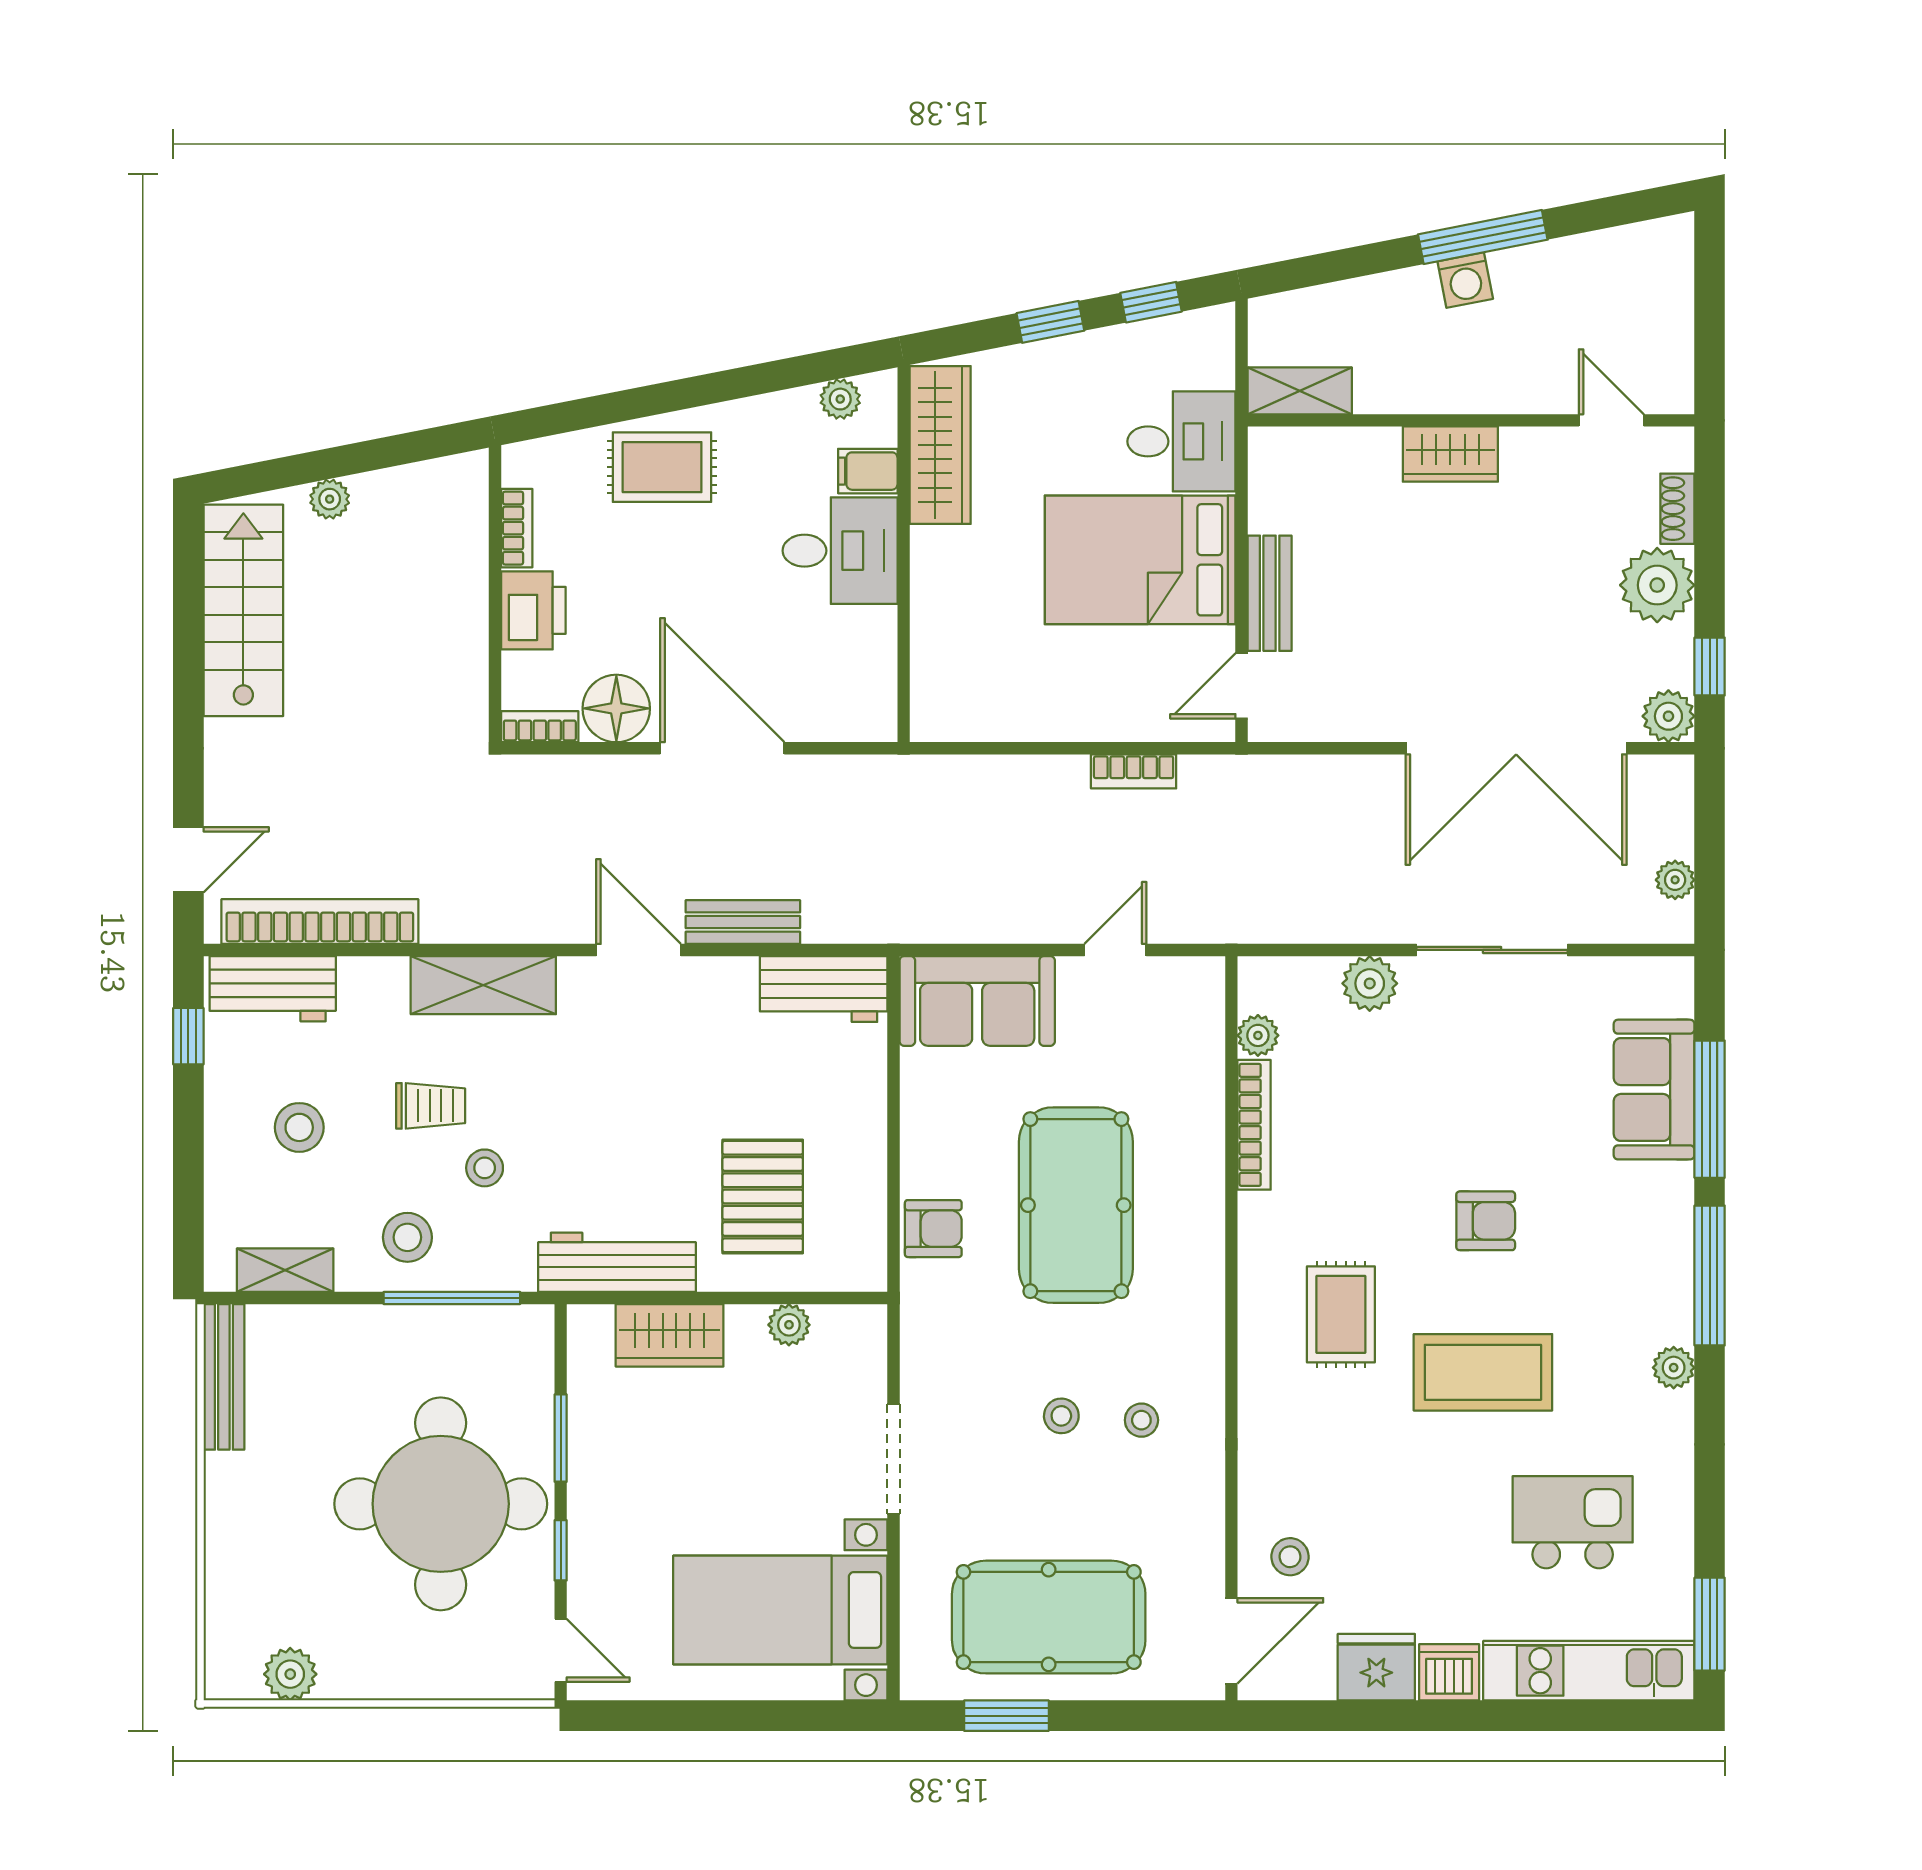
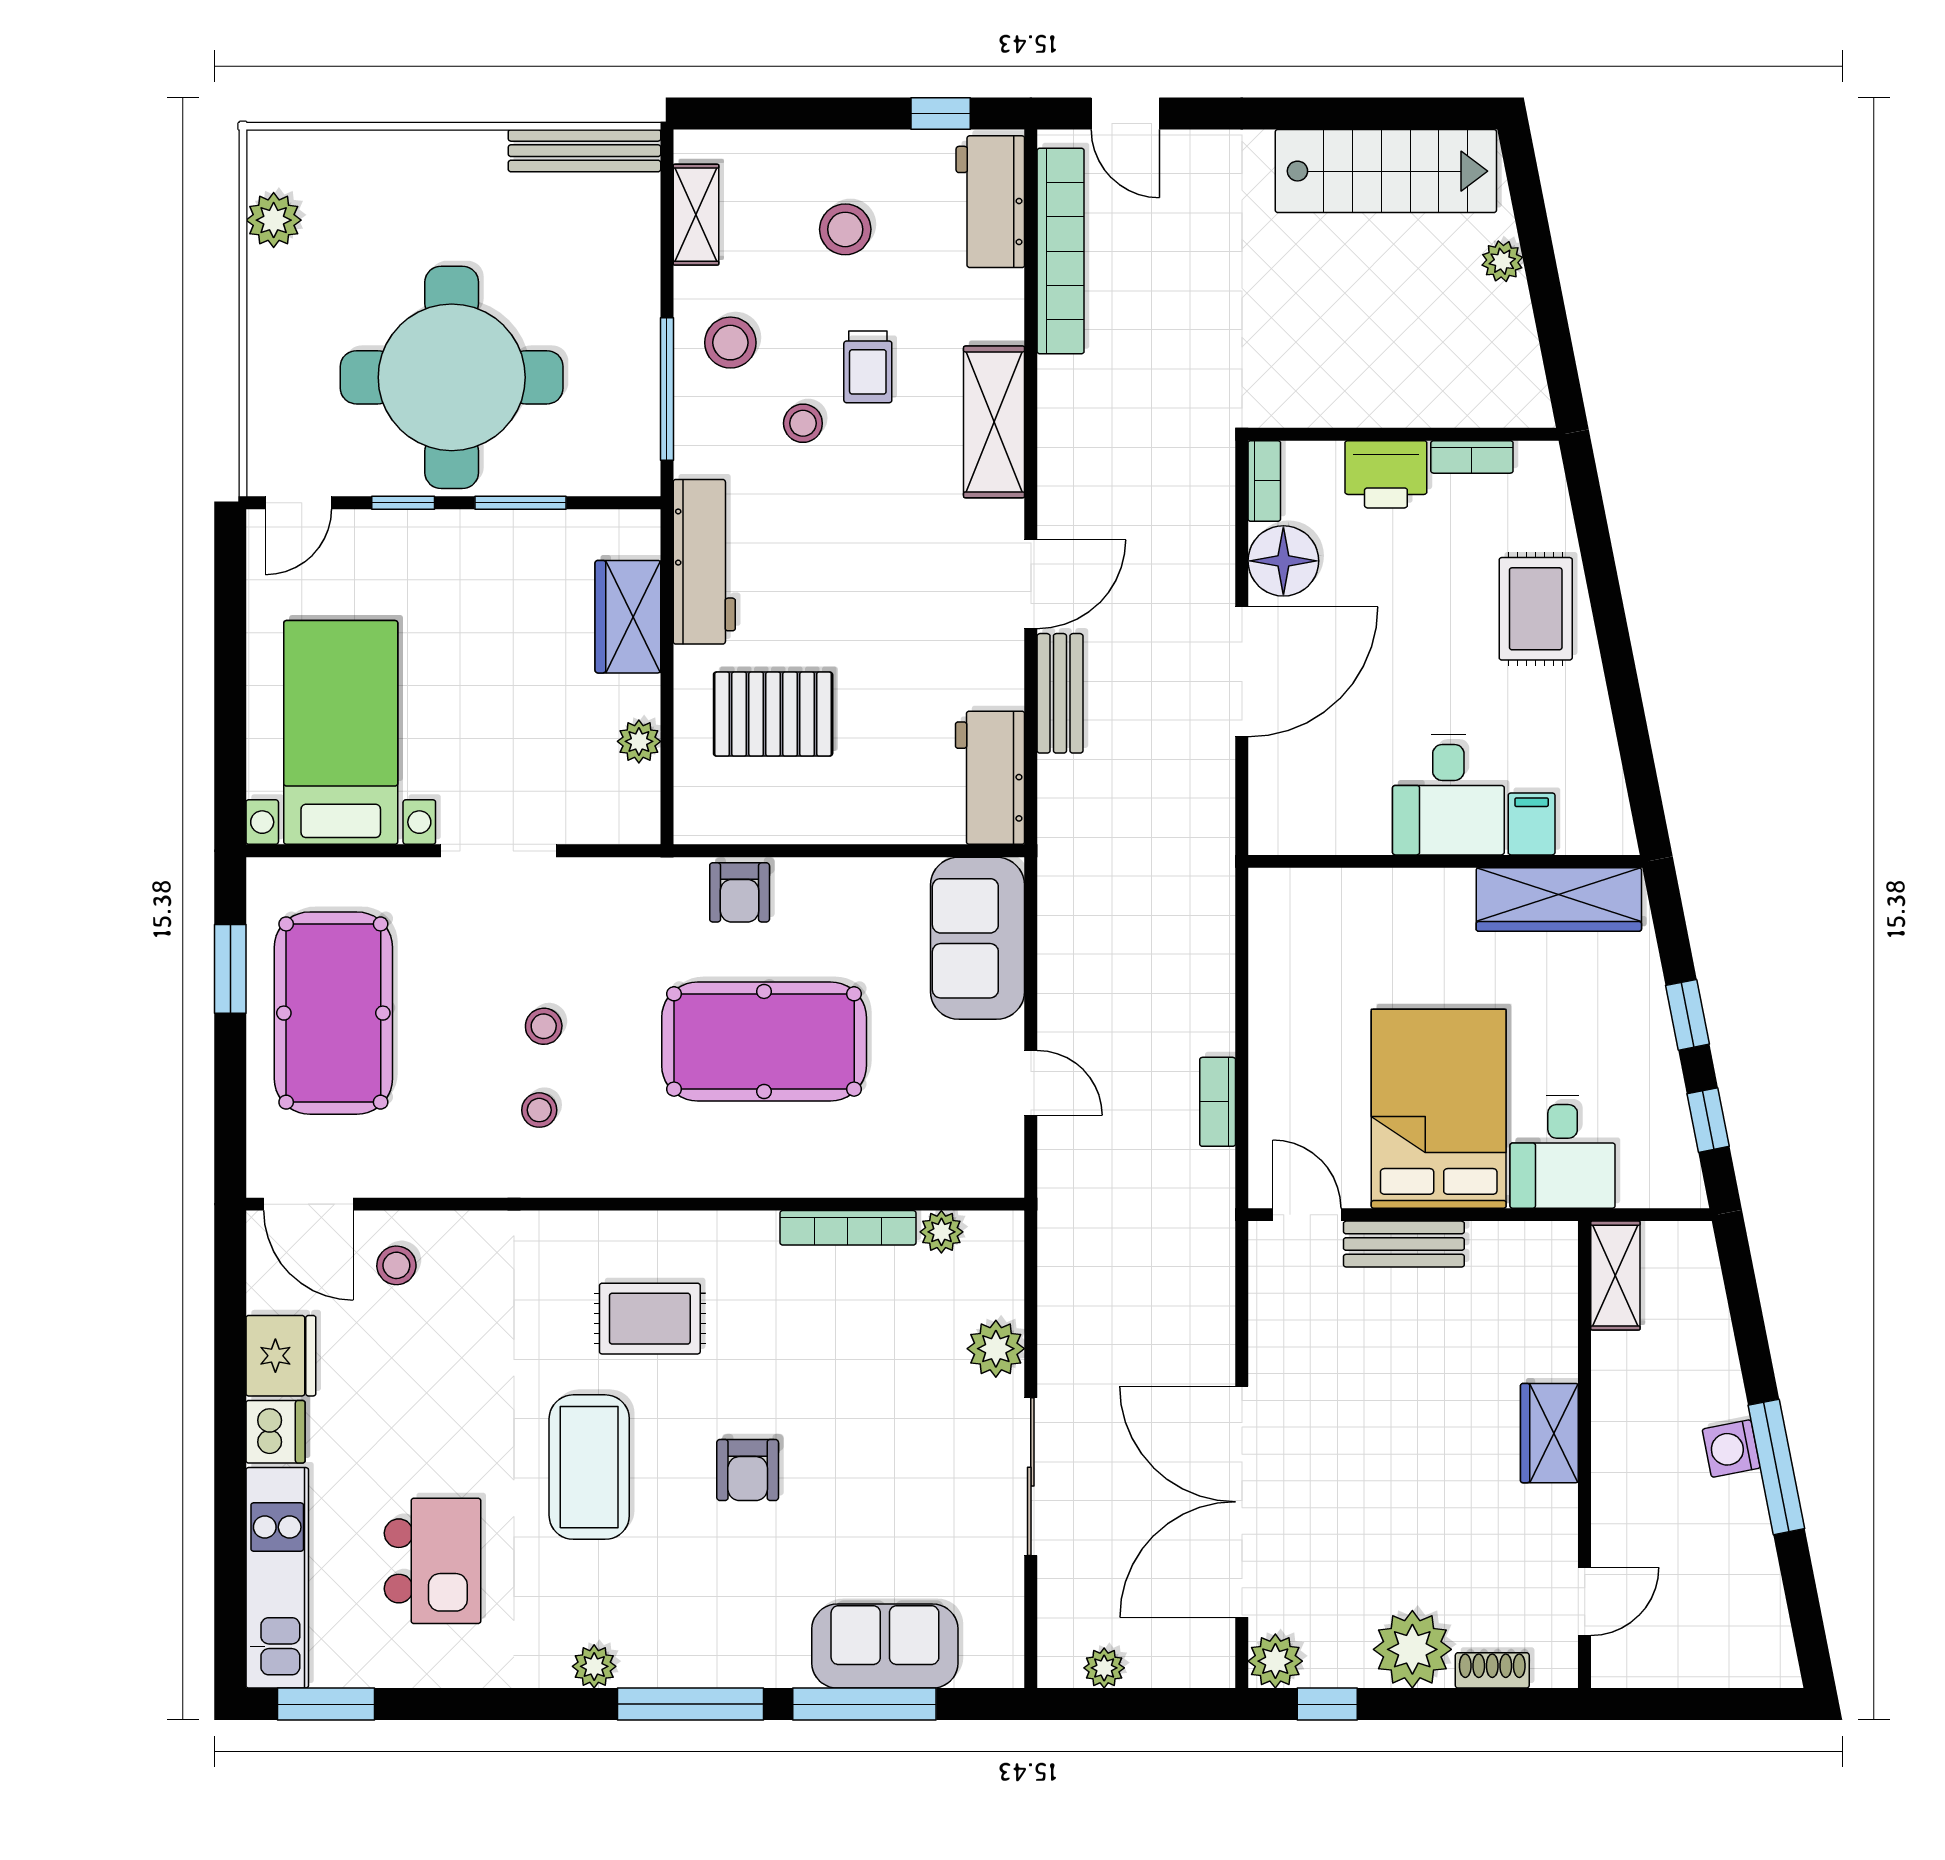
plant: (840, 399) -> (1607, 795), removed

